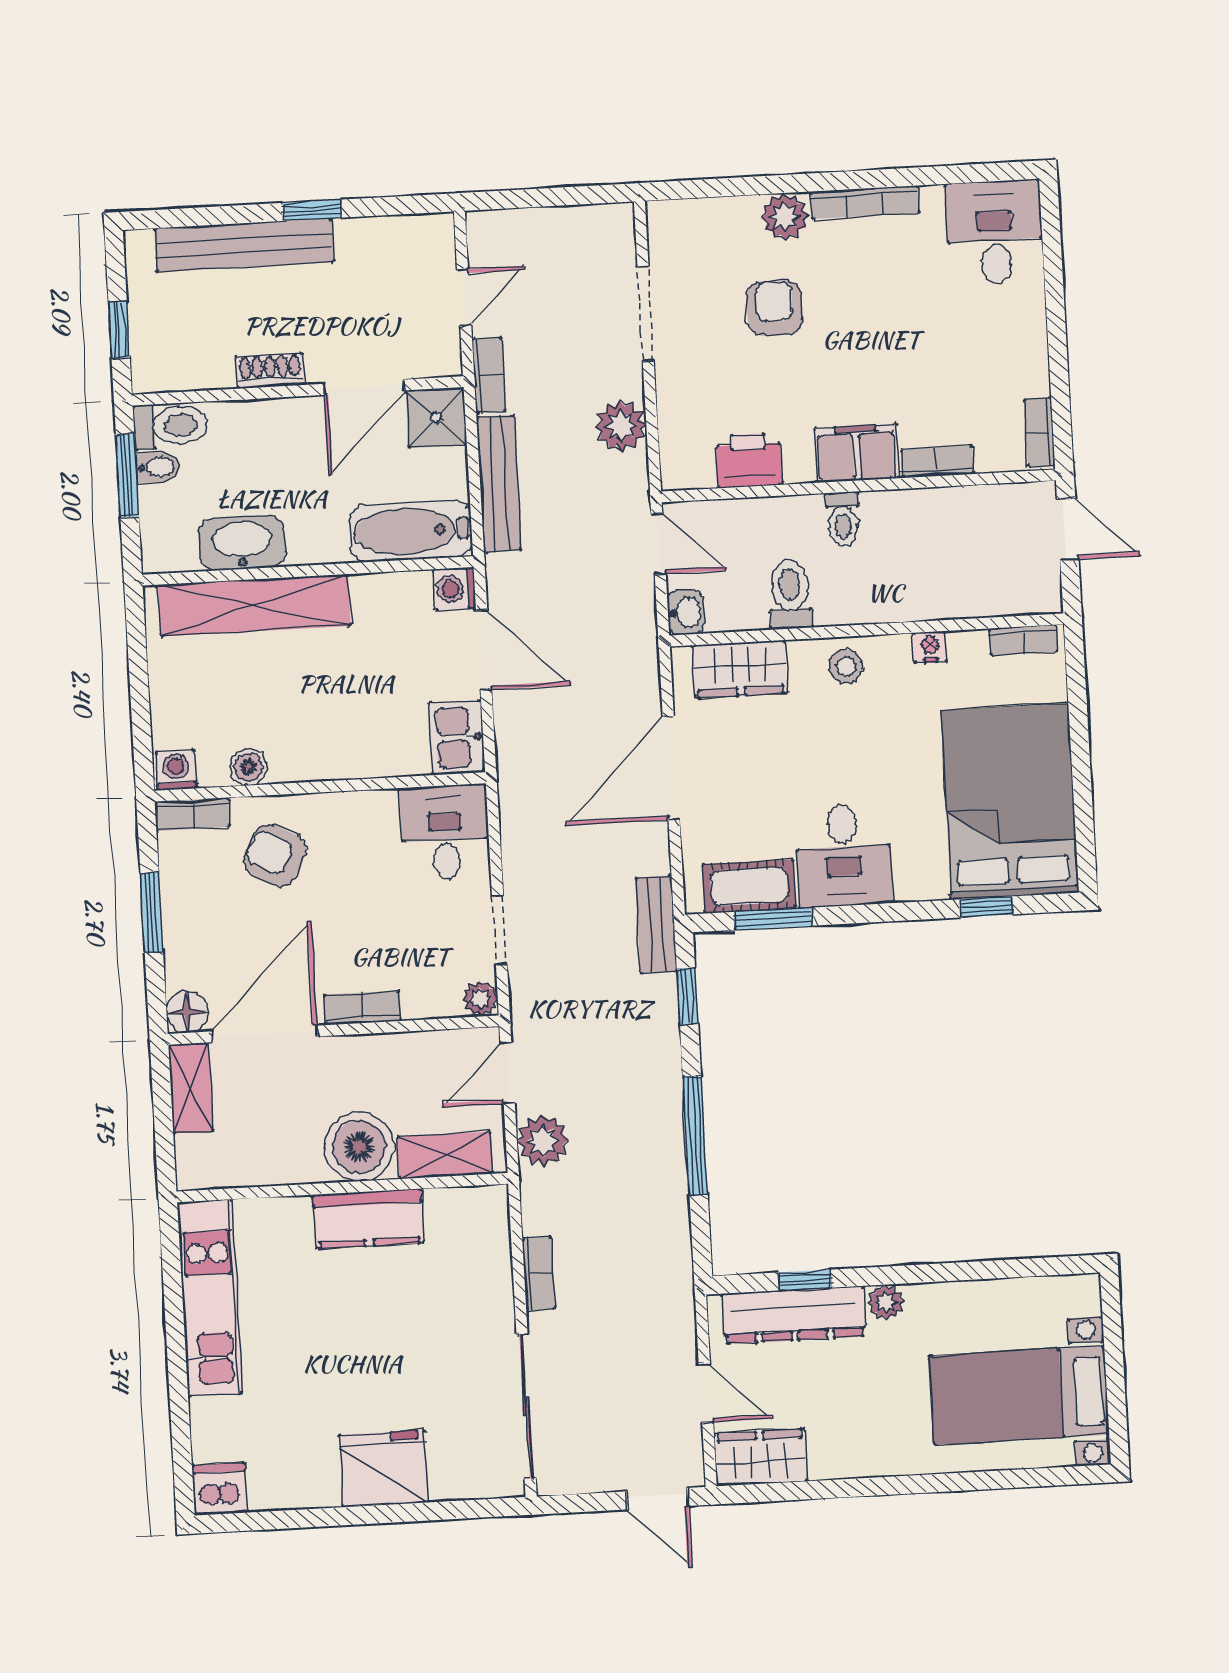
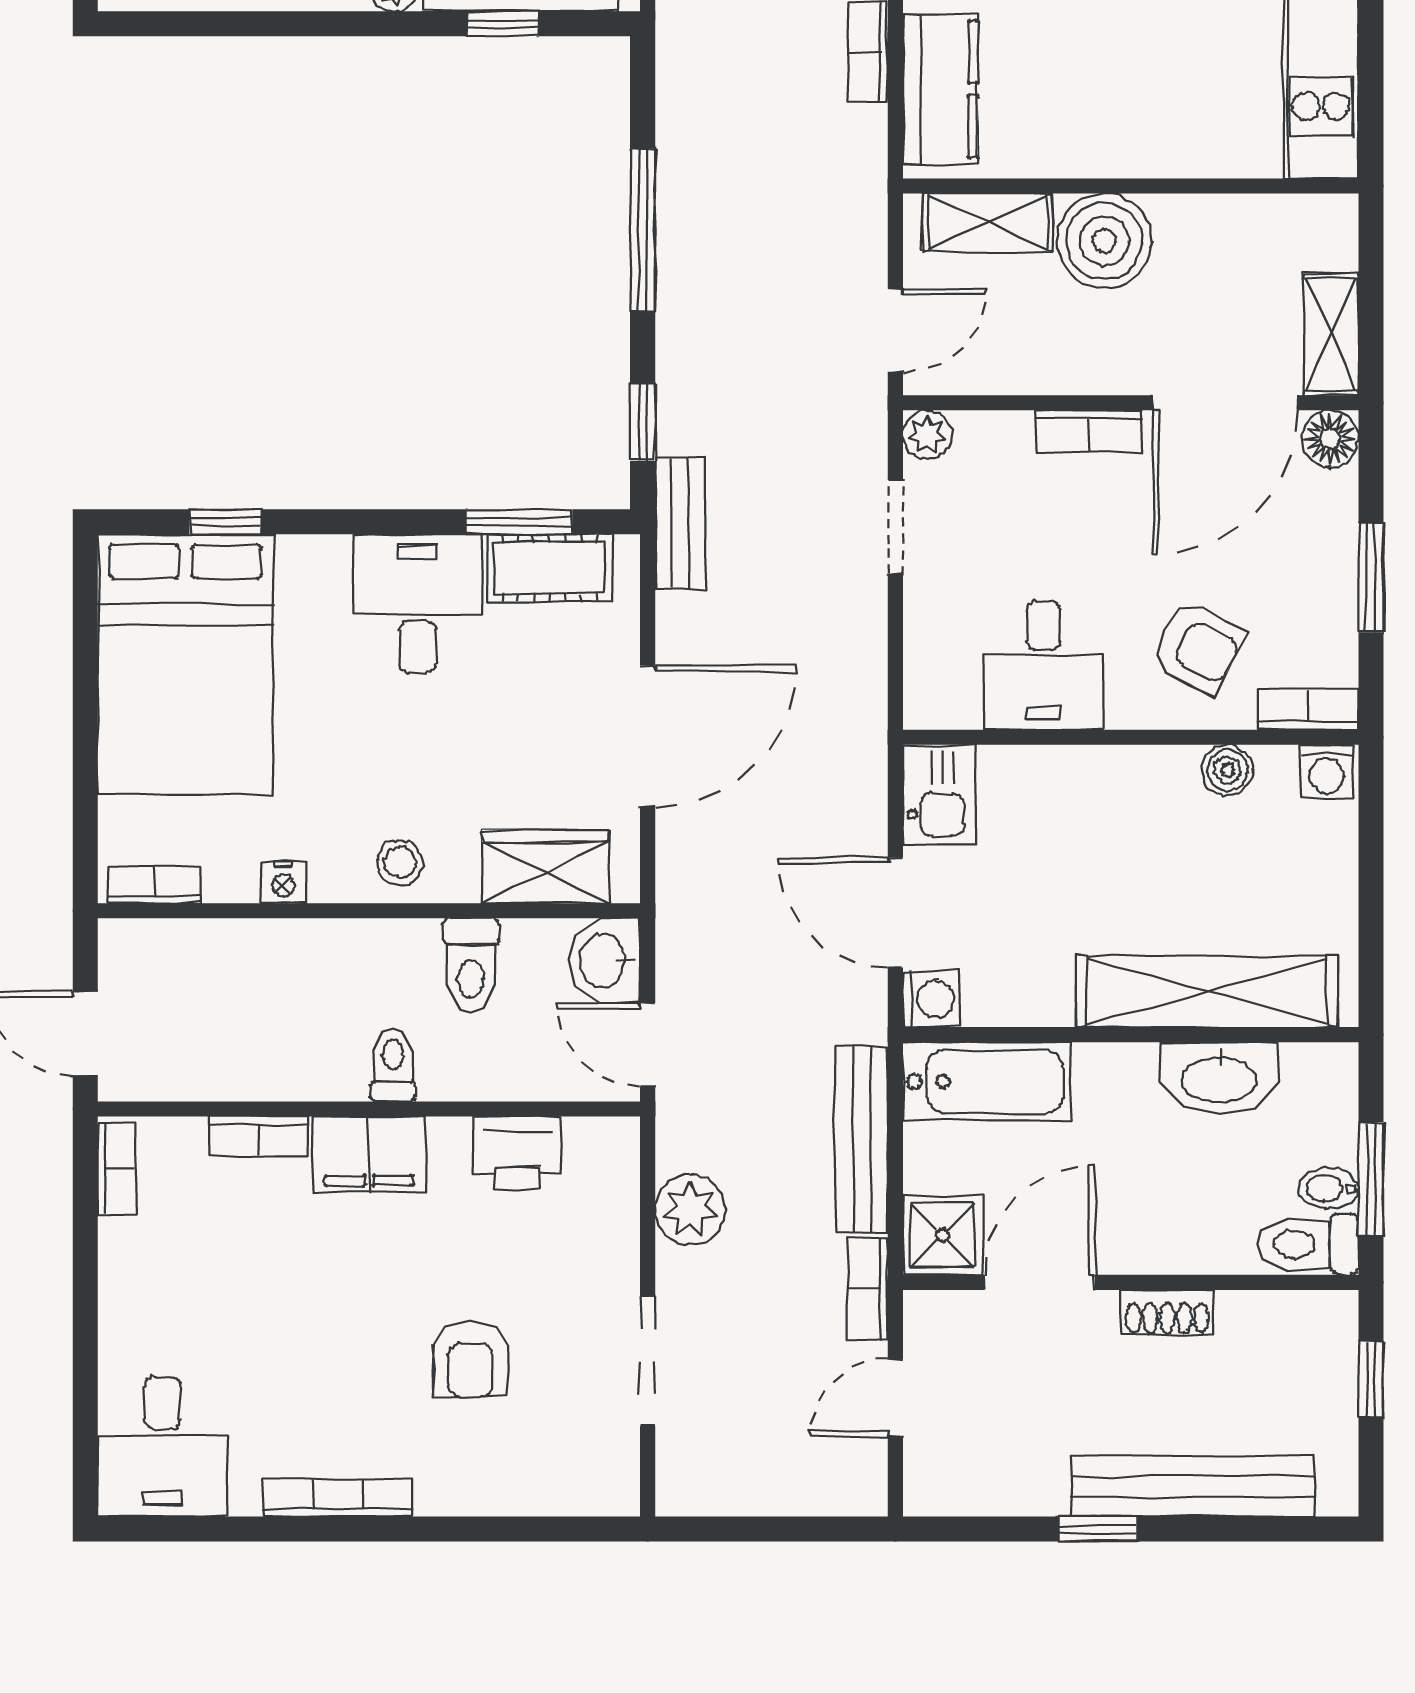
plant: (785, 217) -> (449, 1484), removed
washbasin: (686, 612) -> (604, 960), width x1.38, depth x1.45
desk: (445, 832) -> (1043, 665), moved
plant: (543, 1141) -> (852, 235), removed
kitchen counter: (368, 1219) -> (940, 89), moved, turned 90

